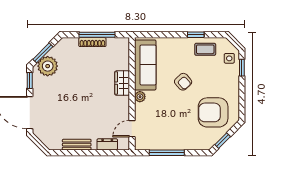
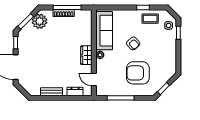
plant: (48, 66) -> (40, 21), moved
wardrobe: (122, 83) -> (86, 55), moved
armchair: (213, 112) -> (138, 73), moved
door: (132, 129) -> (94, 79), hinge flipped

